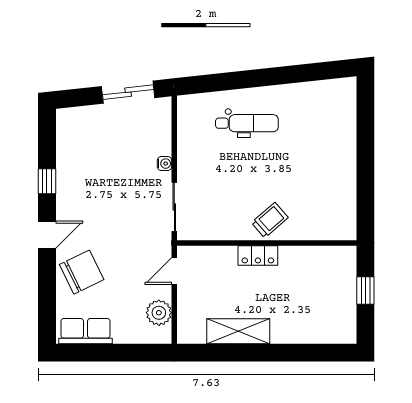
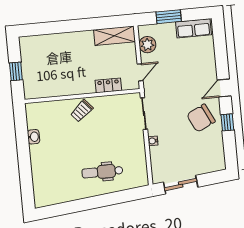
washbasin: (348, 187) -> (34, 137), added
locker: (258, 255) -> (108, 85), moved
chair: (82, 272) -> (201, 118), moved
shelving: (238, 331) -> (114, 36), moved
window: (122, 353) -> (169, 17), added

